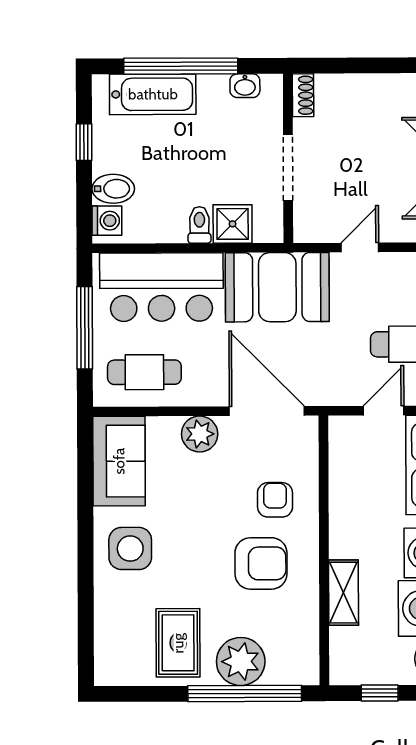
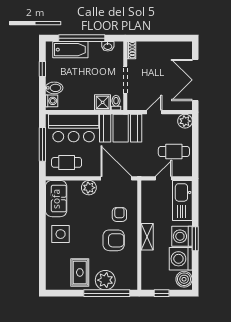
toilet: (199, 225) -> (116, 103), moved
shelving: (344, 593) -> (147, 237), moved

